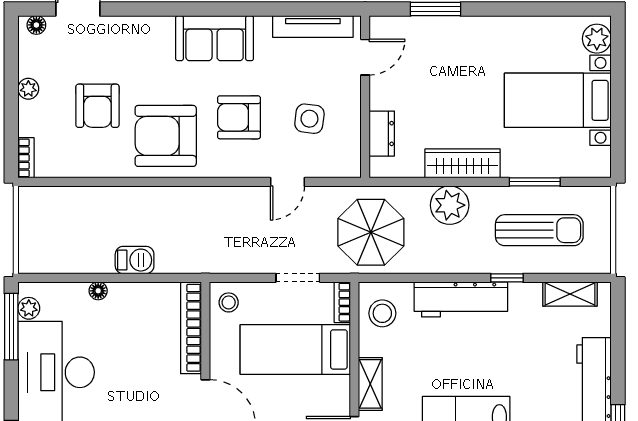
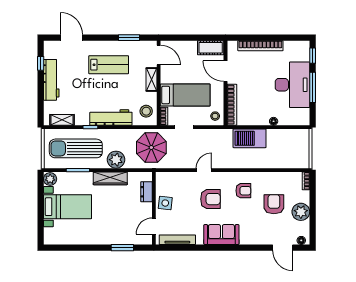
plant: (597, 39) -> (50, 179), moved
plant: (28, 89) -> (301, 212), width x1.88, depth x1.88
side table: (309, 119) -> (165, 203), moved
armchair: (166, 136) -> (243, 191), width x0.53, depth x0.53
door: (288, 182) -> (204, 170), moved
sun lounger: (539, 230) -> (76, 148), width x1.36, depth x1.34
barbecue: (135, 260) -> (250, 138), width x1.88, depth x1.53
plant: (29, 308) -> (305, 113), removed
window: (11, 327) -> (313, 87), moved

